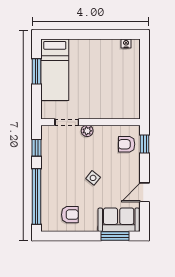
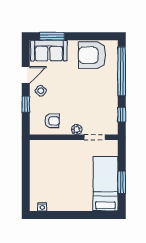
armchair: (127, 144) -> (52, 121), moved
window: (145, 144) -> (26, 104), moved
side table: (93, 178) -> (41, 91), moved
armchair: (70, 215) -> (92, 55), width x1.88, depth x1.88

